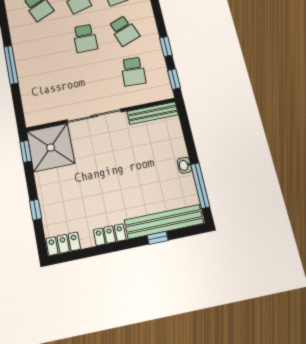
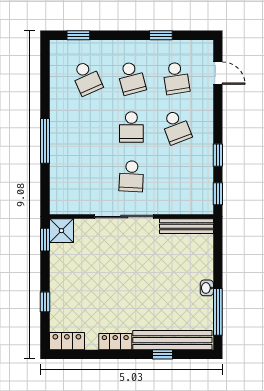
school desk: (133, 71) -> (131, 176), moved
shower: (51, 148) -> (61, 231), width x0.54, depth x0.54

